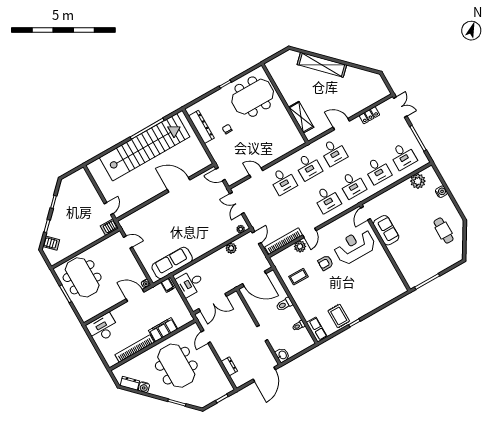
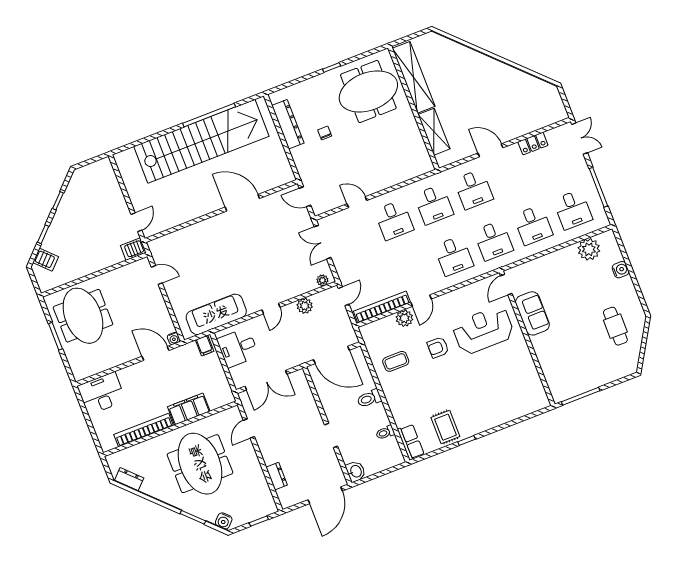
shelving: (322, 65) -> (414, 77), moved, turned 45
door: (209, 253) -> (271, 309), added
water cooler: (144, 387) -> (224, 521), moved

